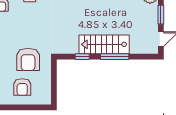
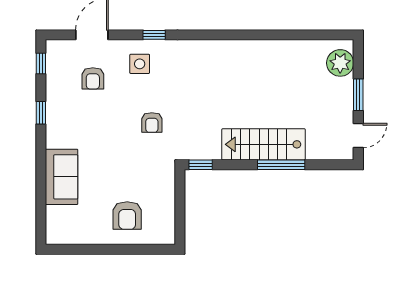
window: (82, 57) -> (201, 165), moved
armchair: (28, 59) -> (152, 123), moved, width x0.53, depth x0.53

